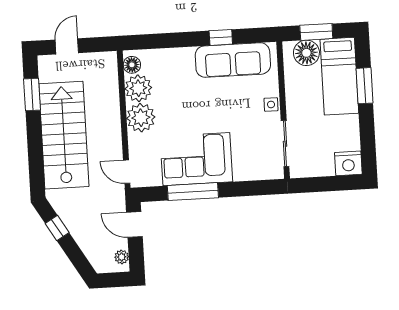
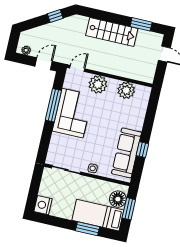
floor lamp: (132, 65) -> (141, 91), removed
plant: (141, 118) -> (98, 84), moved
stairs: (64, 135) -> (112, 32), width x0.73, depth x0.66

